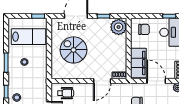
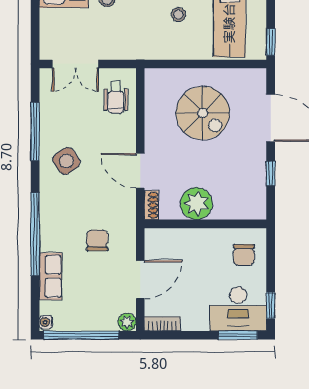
plant: (119, 27) -> (196, 204), moved
spiral stairs: (73, 50) -> (203, 113), turned 90
filing cabinet: (138, 63) -> (177, 243), removed

